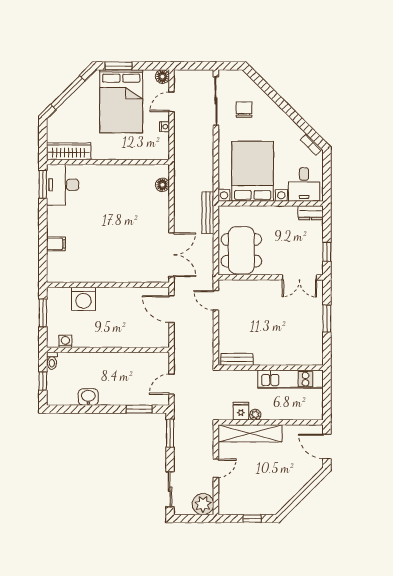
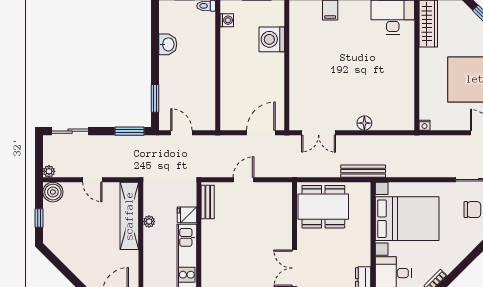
nightstand: (165, 127) -> (425, 125), moved
floor lamp: (162, 185) -> (364, 123), moved
double door: (172, 255) -> (319, 133), width x0.73
door: (216, 300) -> (243, 180), moved
fridge: (241, 411) -> (187, 215), moved, turned 180
plant: (203, 504) -> (49, 171), width x0.53, depth x0.53
boiler: (228, 505) -> (53, 192), added

